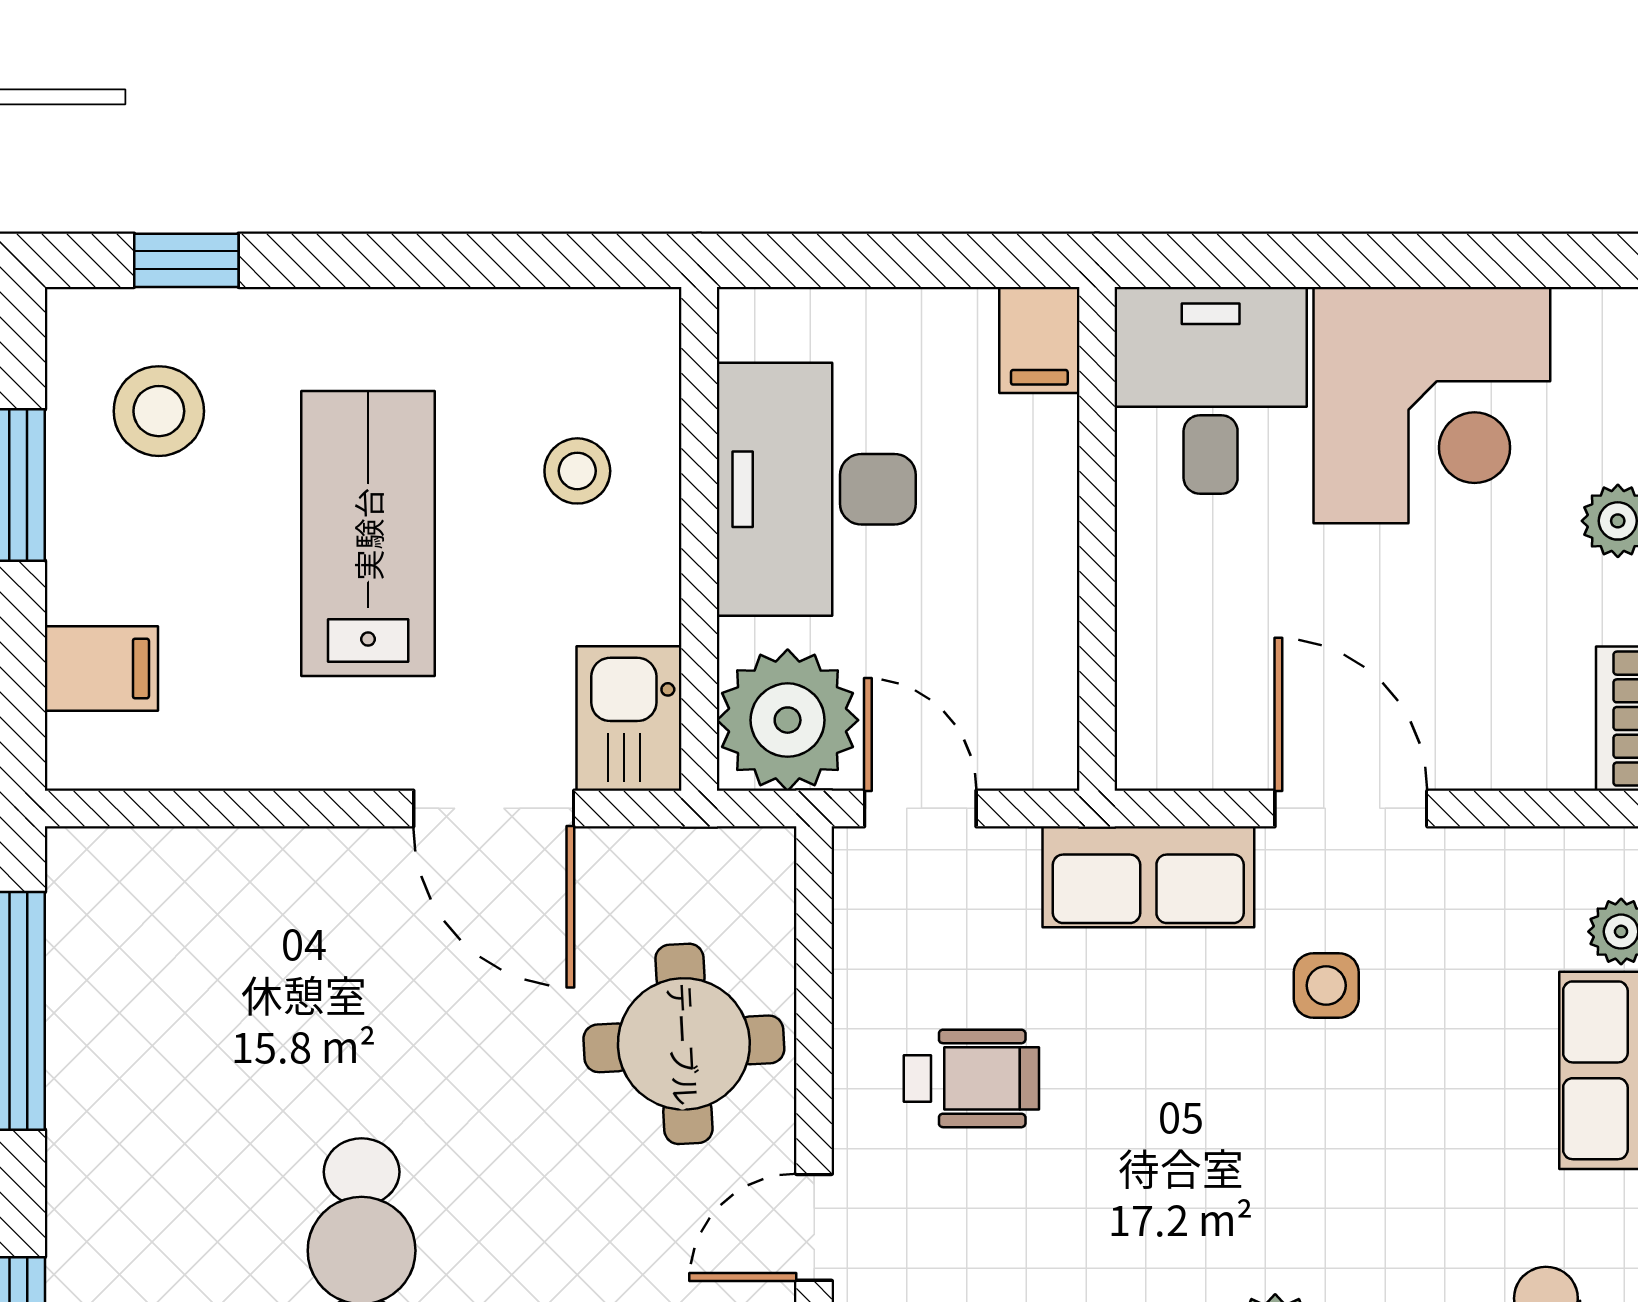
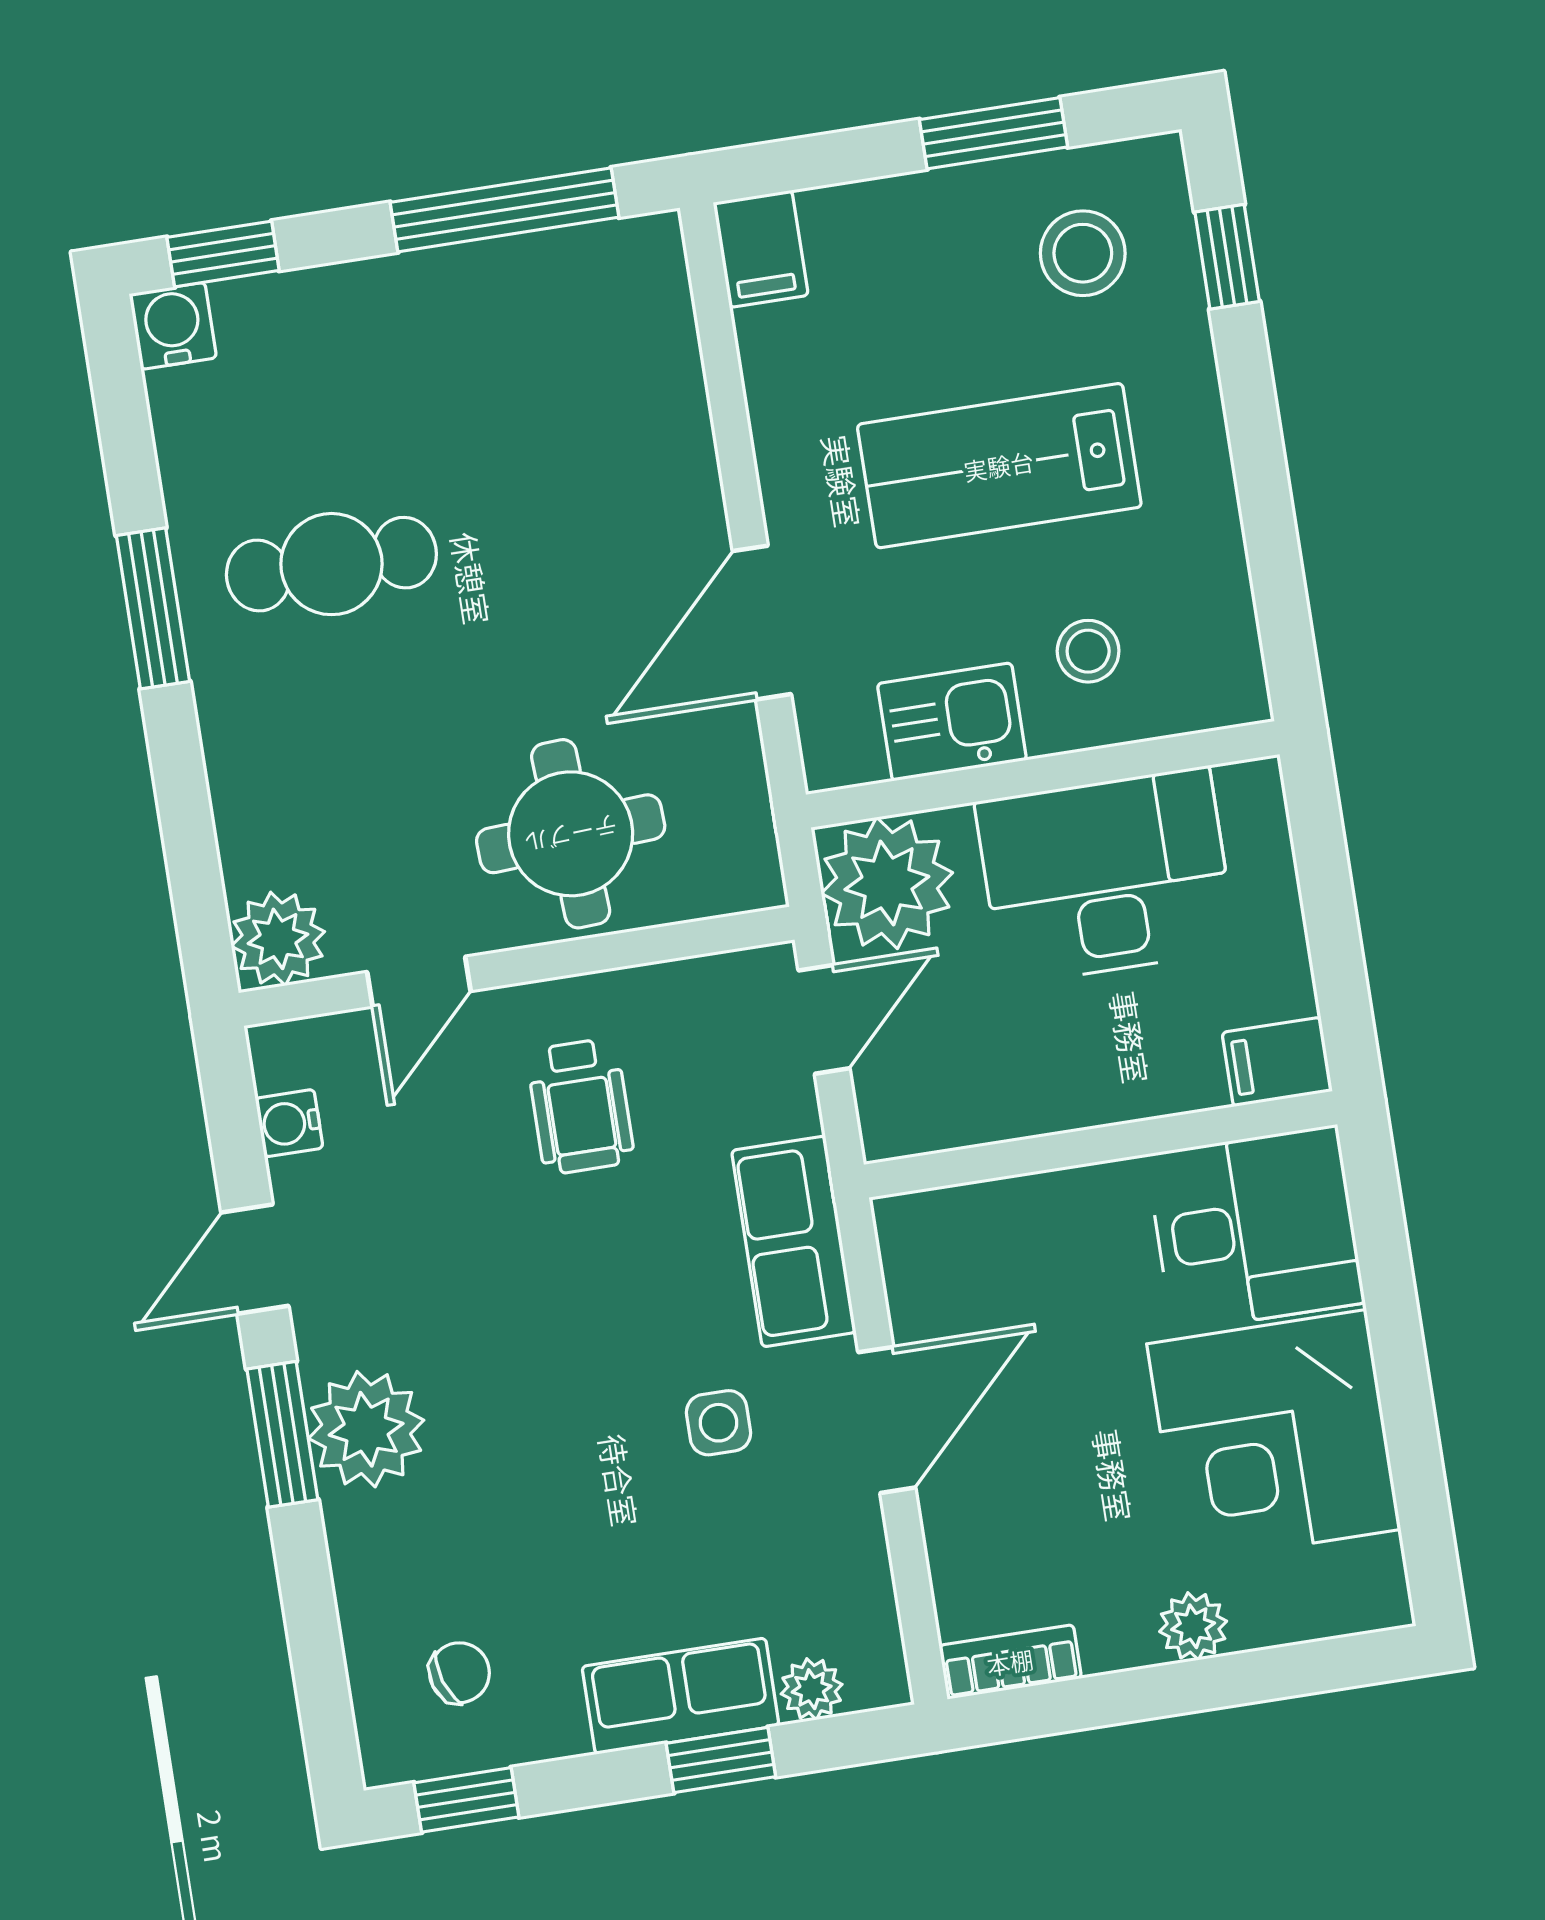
lab bench: (368, 534) -> (999, 466), turned 180
filing cabinet: (101, 669) -> (761, 249), moved
kitchen sink: (629, 718) -> (952, 722), moved
door: (814, 1227) -> (419, 982), swing flipped

